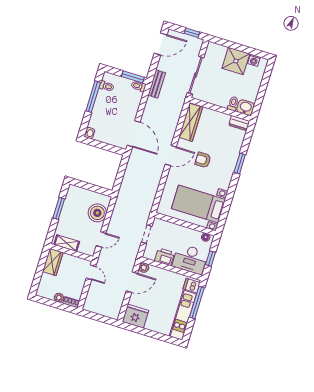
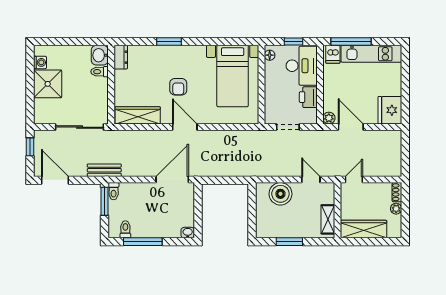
wardrobe: (53, 262) -> (363, 229), width x1.50

